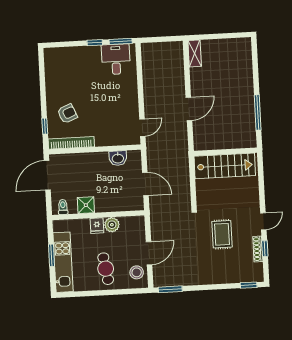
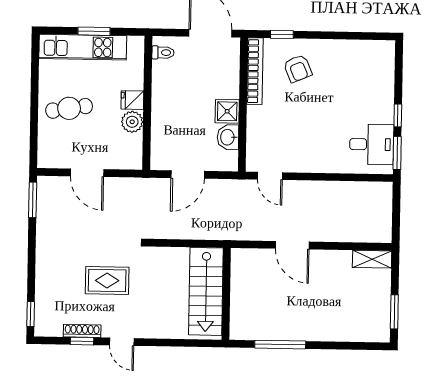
window: (230, 36) -> (394, 312), added
shower: (86, 205) -> (227, 111), moved
stool: (137, 272) -> (60, 153), removed

